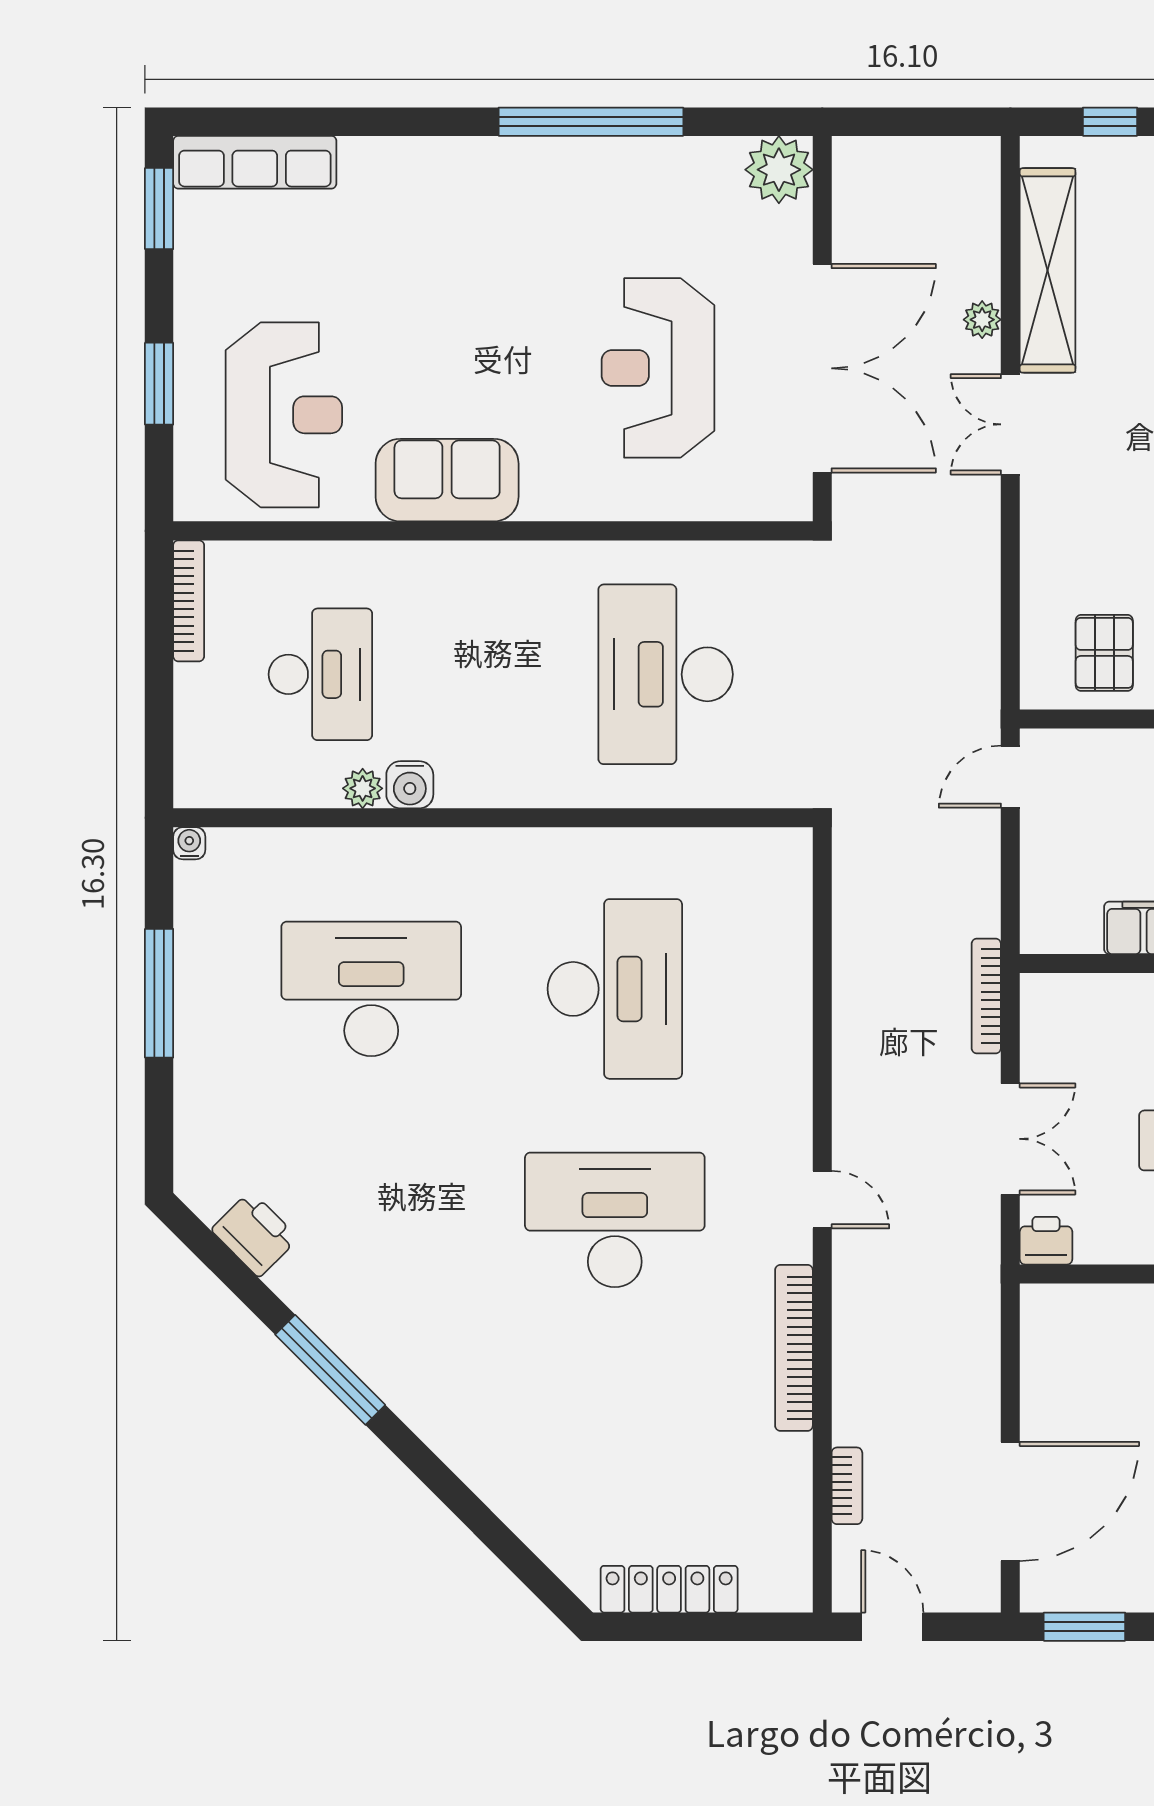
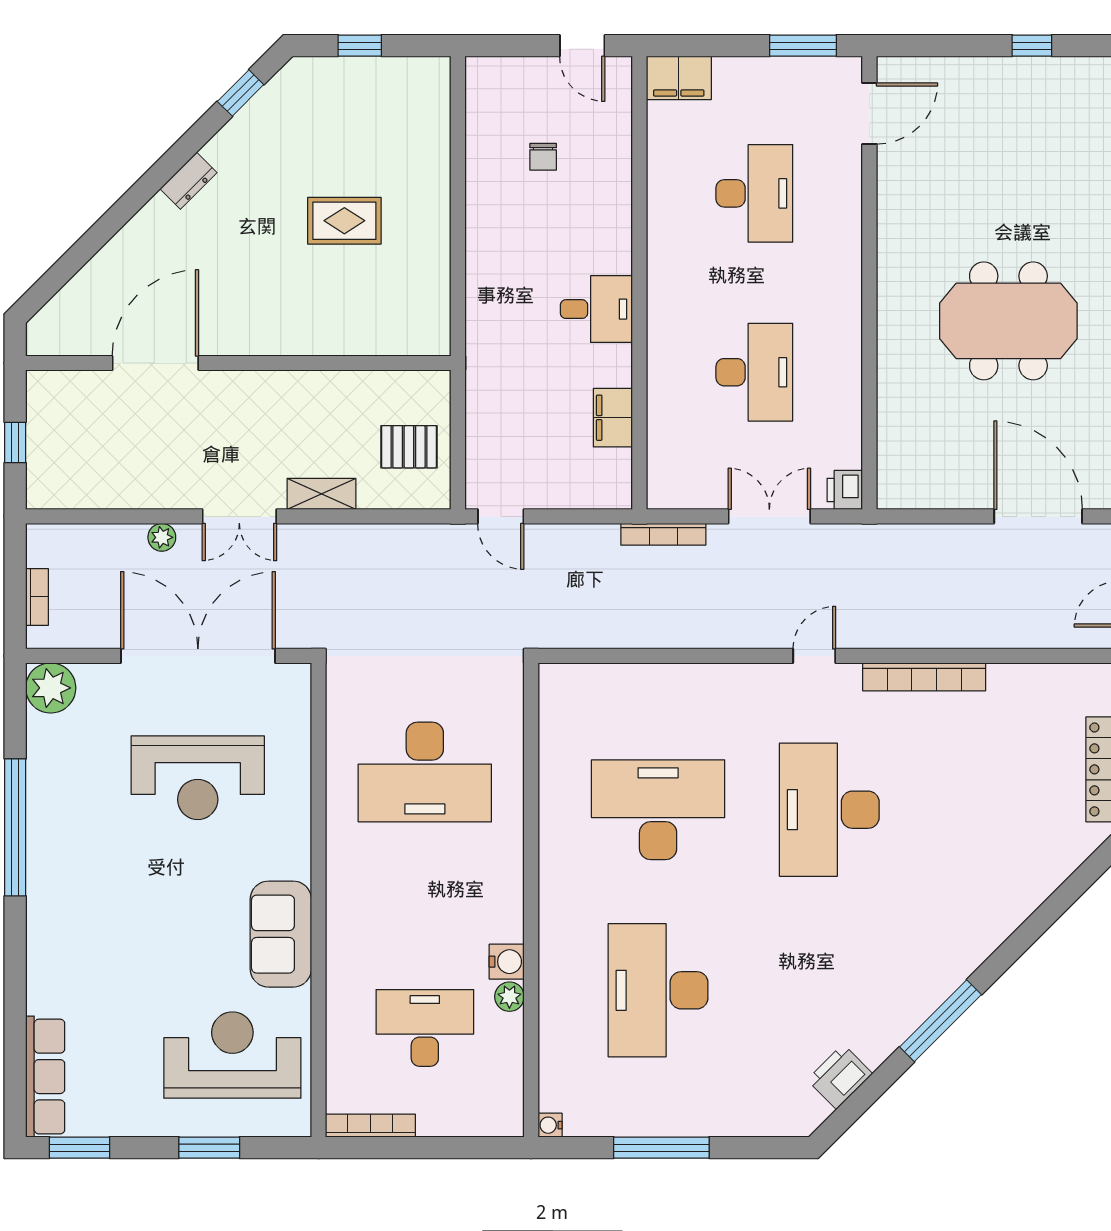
shelving: (1048, 270) -> (321, 494), moved, width x0.45, depth x0.75
bookcase: (847, 1486) -> (37, 597), moved, turned 90

